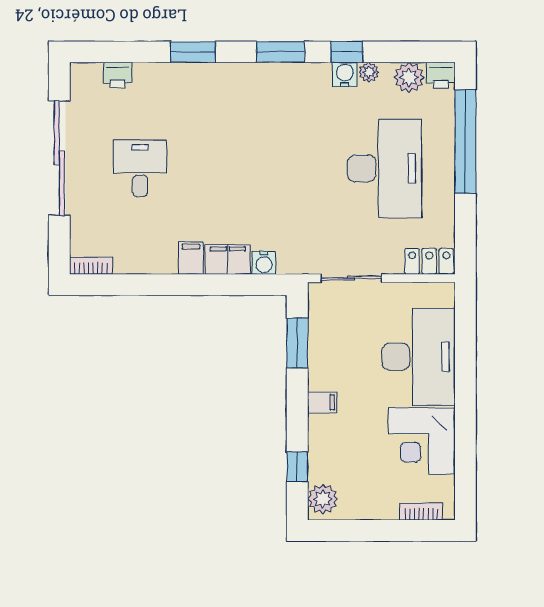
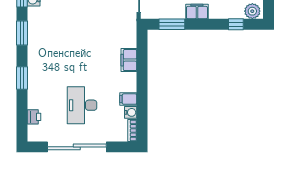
desk: (140, 168) -> (82, 105), width x1.37
filing cabinet: (191, 258) -> (128, 99), moved
water cooler: (264, 263) -> (131, 112), moved
filing cabinet: (322, 402) -> (197, 12), width x2.00

